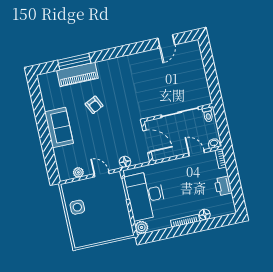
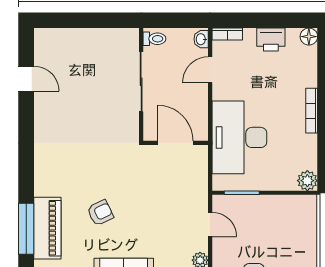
door: (147, 141) -> (175, 143), hinge flipped
floor lamp: (125, 162) -> (199, 184), removed
door: (102, 174) -> (210, 224), swing flipped
desk: (146, 196) -> (239, 137), moved, turned 90
floor lamp: (205, 215) -> (309, 37), moved

